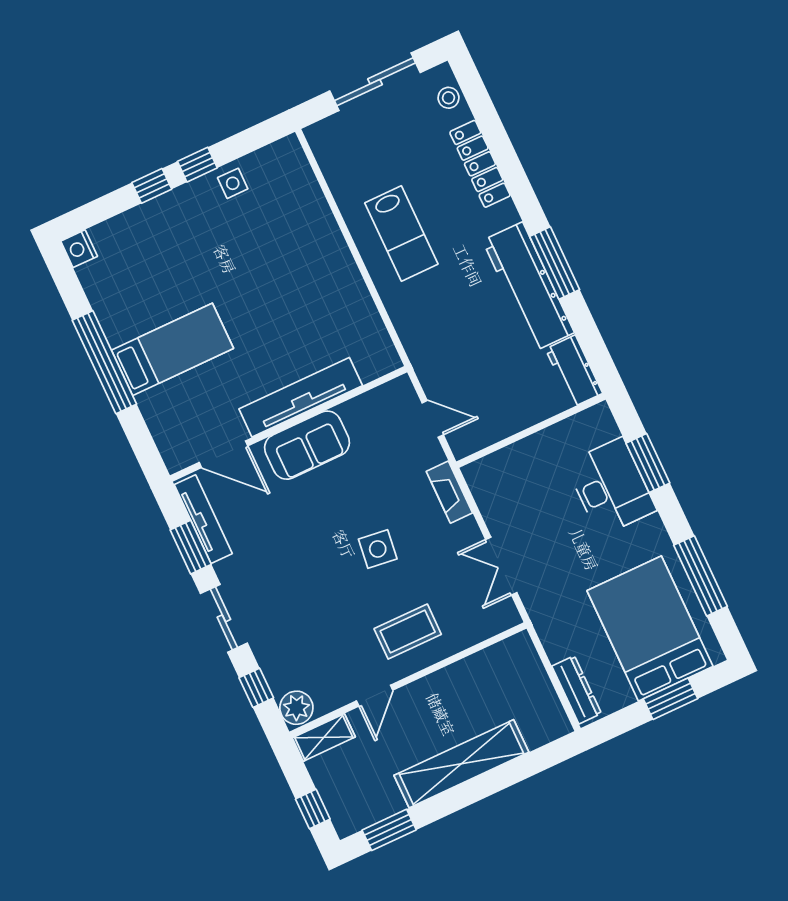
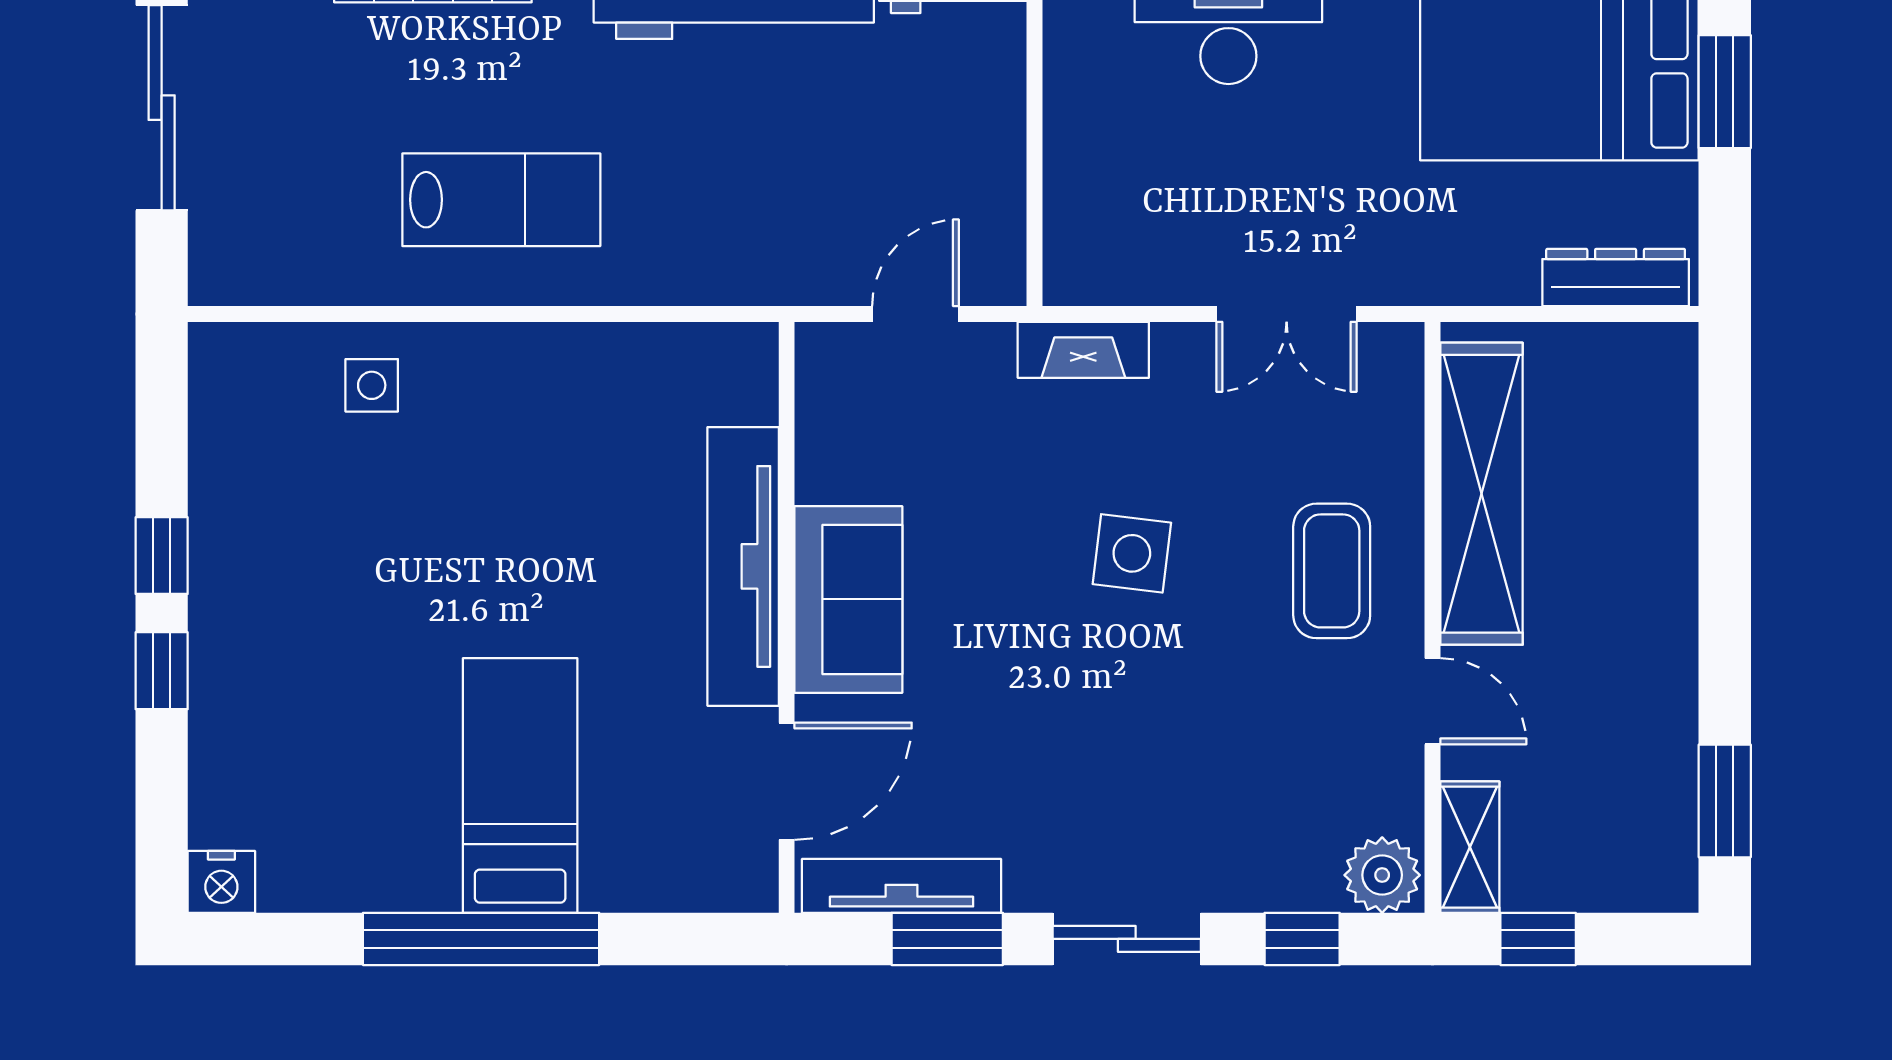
side table: (233, 183) -> (372, 385), moved
shelving: (461, 764) -> (1481, 494), moved
window: (313, 809) -> (1538, 939), moved

